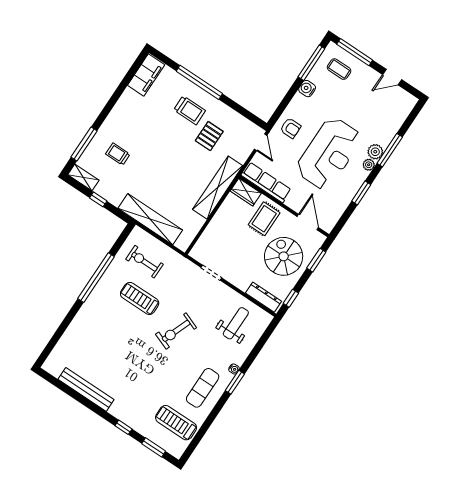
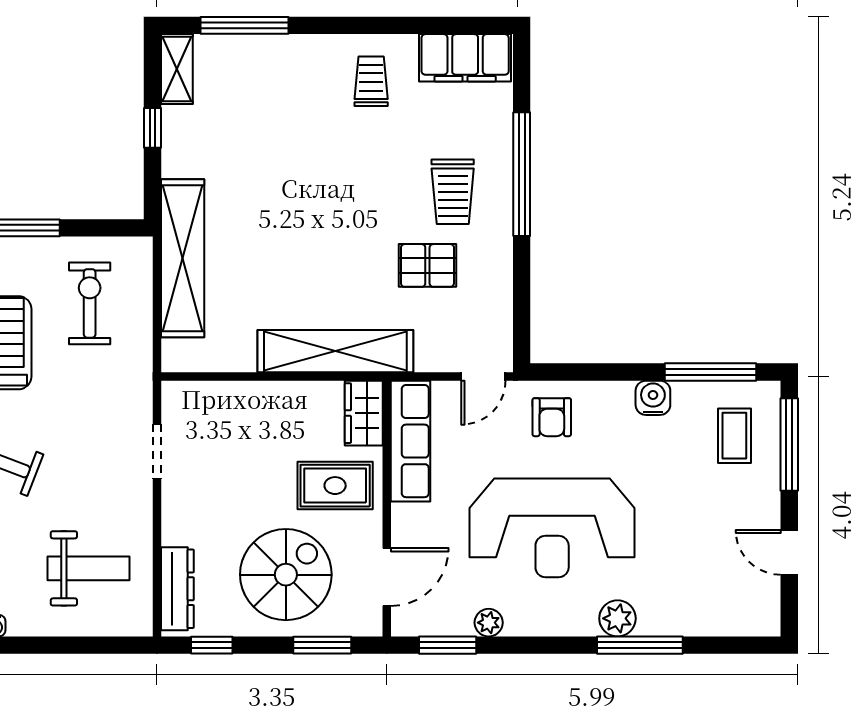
trolley: (118, 154) -> (371, 81), moved
plant: (369, 165) -> (489, 623), moved
window: (361, 193) -> (448, 645), moved

